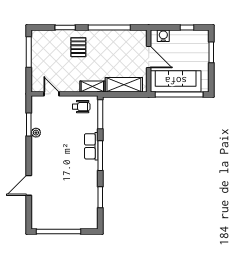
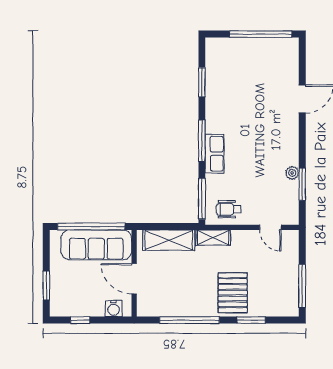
pallet: (78, 47) -> (233, 293), width x1.50, depth x1.42

